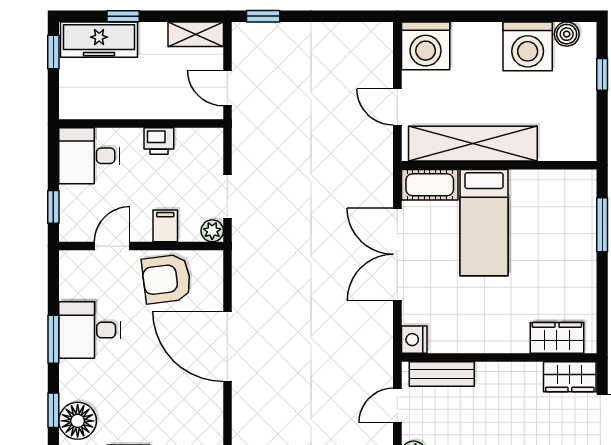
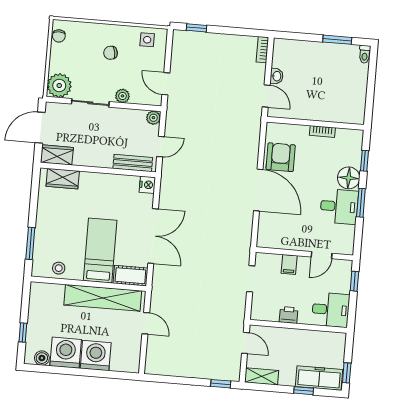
washing machine: (426, 46) -> (96, 356), moved
stool: (551, 187) -> (59, 268), added
plant: (212, 231) -> (262, 259), removed
armchair: (166, 279) -> (281, 157), moved, turned -83
floor lamp: (78, 421) -> (349, 178), moved

